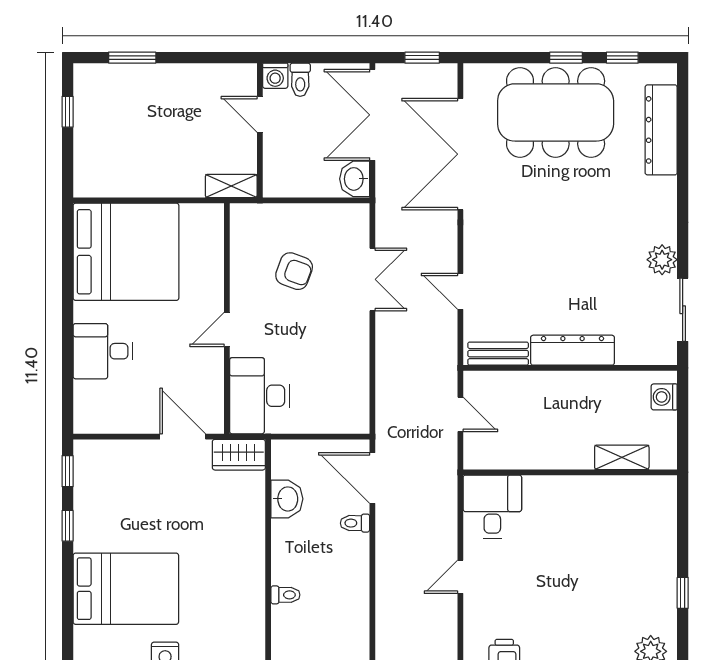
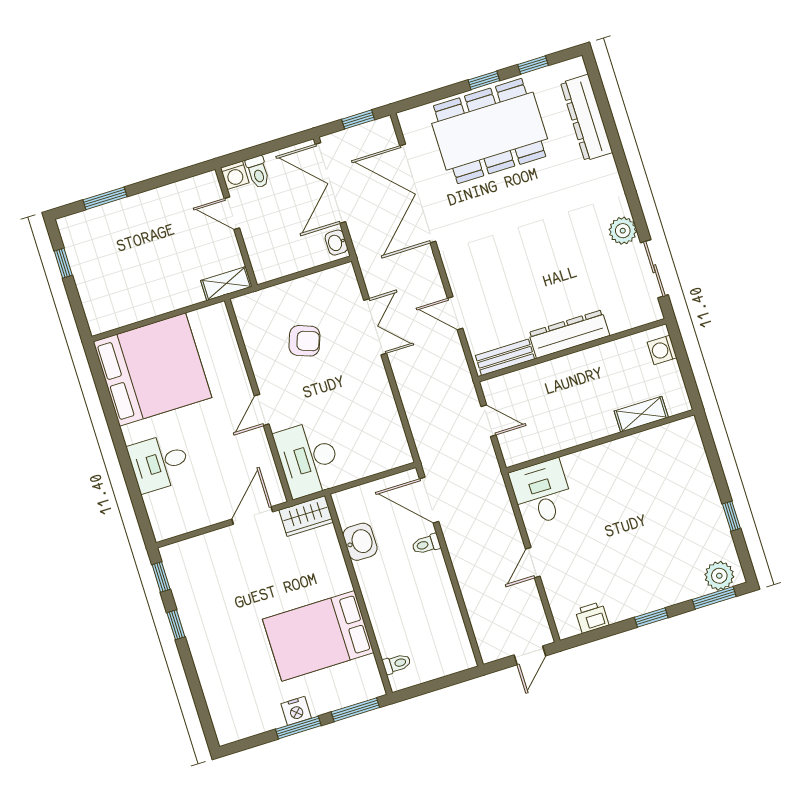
washbasin: (355, 179) -> (336, 243), width x0.72, depth x0.69
door: (183, 437) -> (252, 516), hinge flipped
bed: (126, 589) -> (318, 636), moved, turned 180
toilet: (285, 595) -> (397, 664), moved

